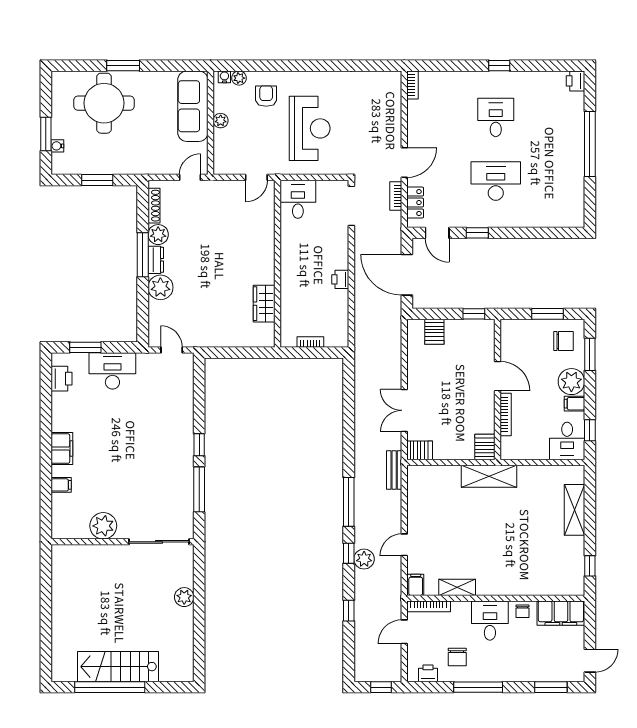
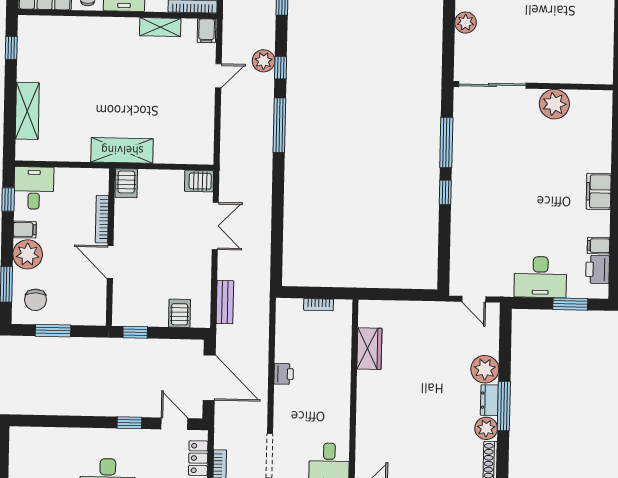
chair: (564, 341) -> (35, 300), turned -90
bench: (394, 470) -> (225, 302), moved
filing cabinet: (61, 485) -> (599, 246), moved

